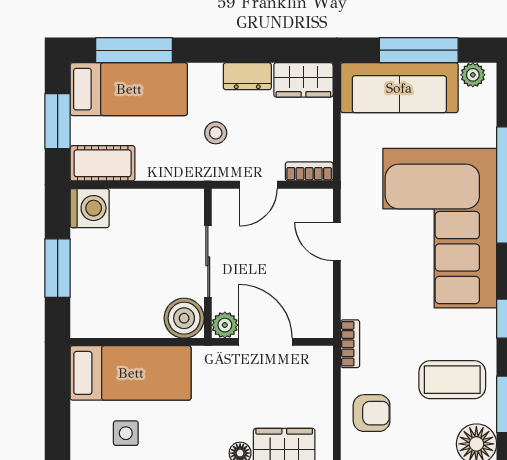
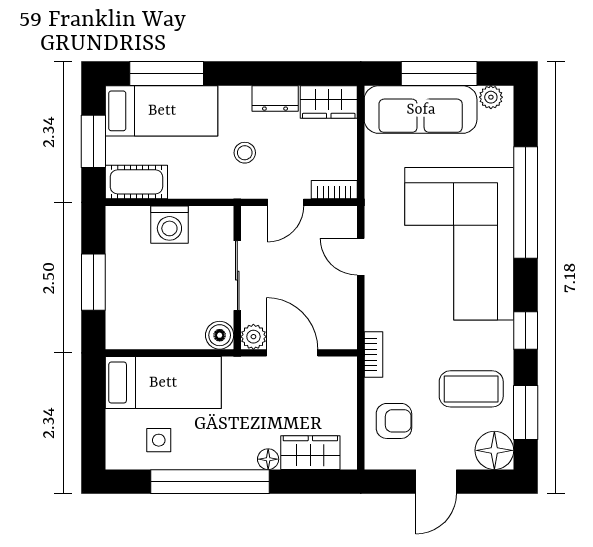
washing machine: (90, 208) -> (169, 225), moved, turned 90
boiler: (184, 318) -> (220, 335), width x0.73, depth x0.73

